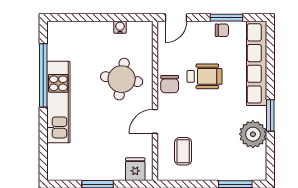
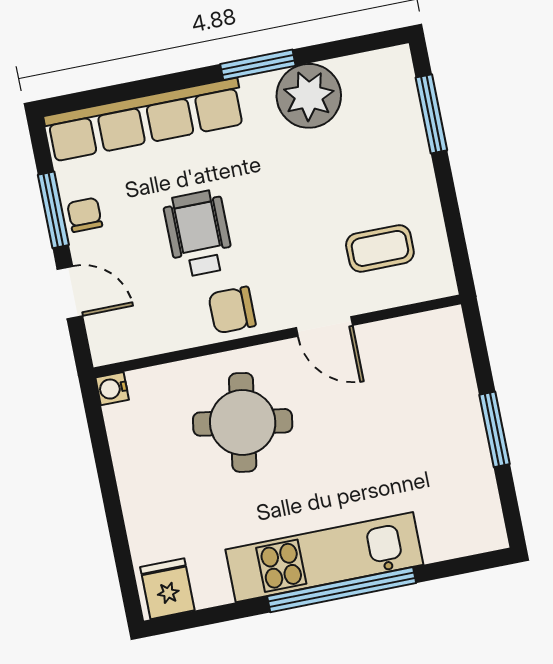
door: (176, 18) -> (70, 292), moved
water cooler: (120, 27) -> (112, 389), moved
window: (43, 75) -> (342, 590), moved
chair: (170, 84) -> (232, 310), turned 180
fridge: (135, 169) -> (167, 589), moved, turned 90

